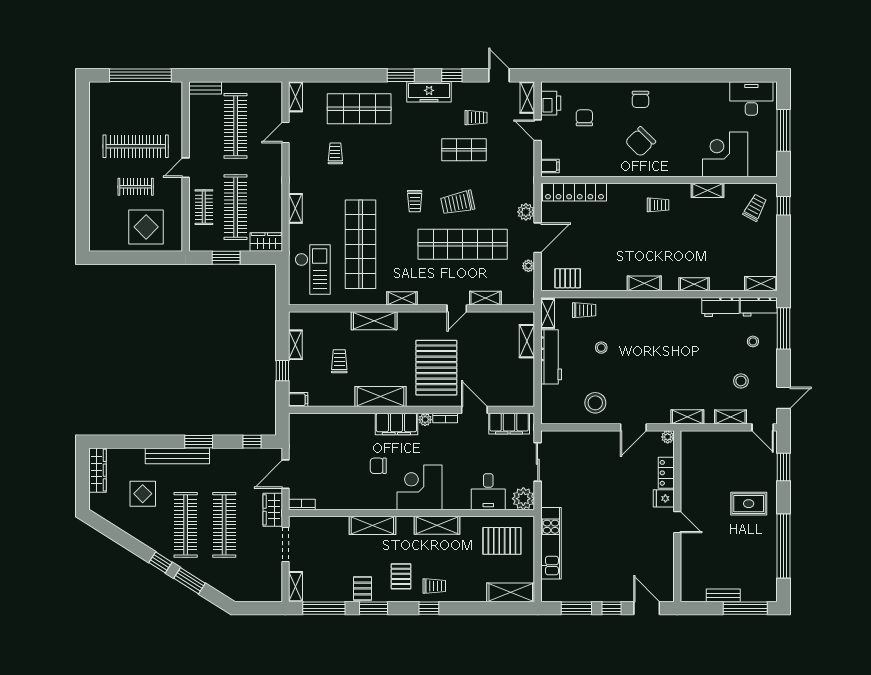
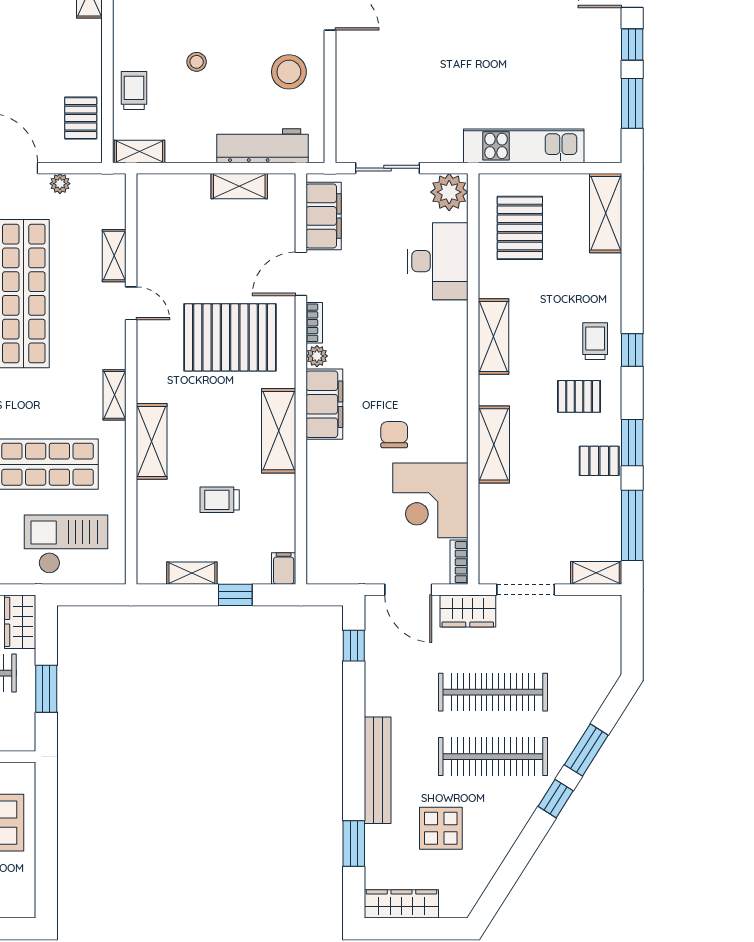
shelving: (527, 341) -> (239, 186), moved
workbench: (551, 357) -> (262, 146), moved
window: (199, 442) -> (354, 844), moved
chair: (378, 466) -> (394, 435), turned 180
corner desk: (420, 487) -> (430, 500), moved
desk: (488, 492) -> (437, 261), width x1.37

